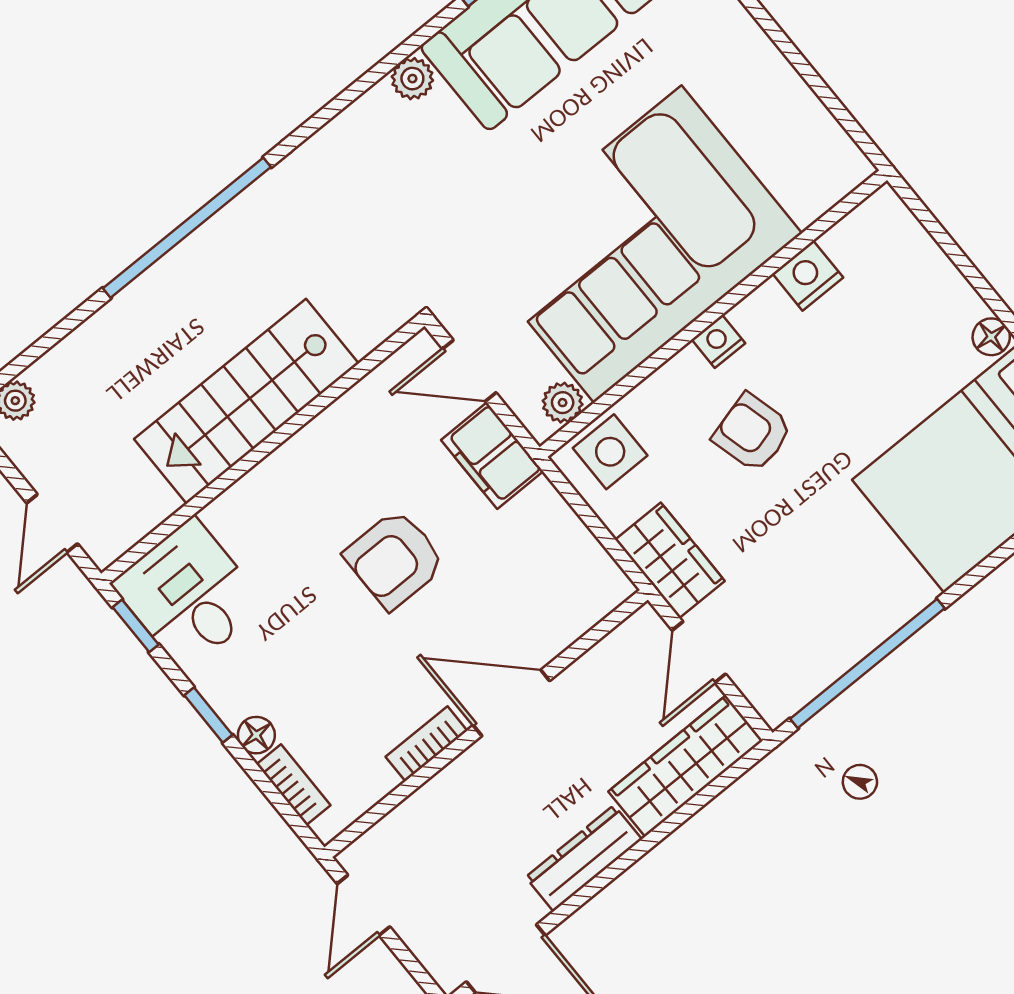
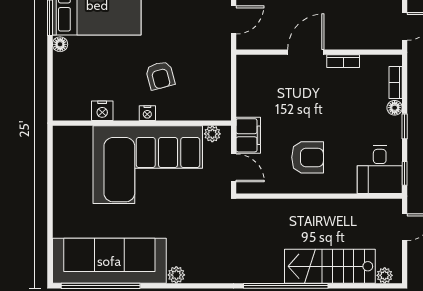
stairs: (246, 401) -> (330, 266), moved, turned 180
side table: (610, 452) -> (210, 106), removed
armchair: (395, 559) -> (308, 157), moved
wardrobe: (670, 560) -> (219, 56), removed
door: (511, 703) -> (306, 52), swing flipped

